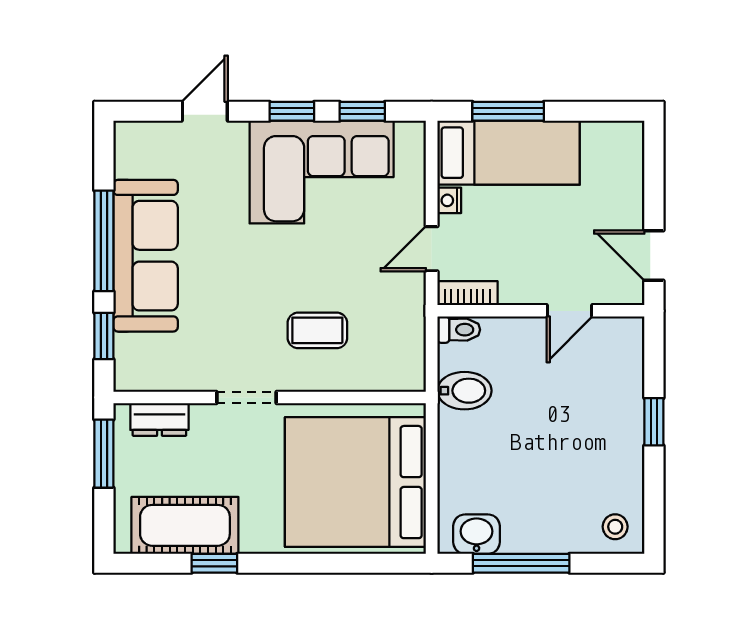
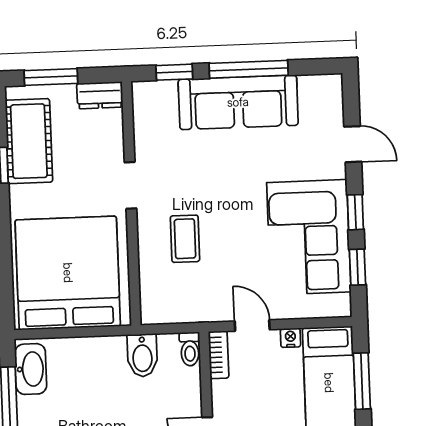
dresser: (159, 419) -> (100, 95), moved, turned -90
window: (104, 454) -> (51, 77), moved
washbasin: (477, 534) -> (31, 369), width x1.38

